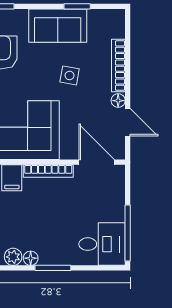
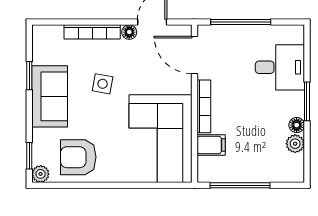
door: (97, 162) -> (195, 55), hinge flipped
window: (128, 233) -> (241, 22), moved
desk: (102, 244) -> (280, 67), moved, turned 90

